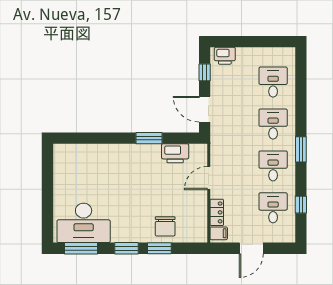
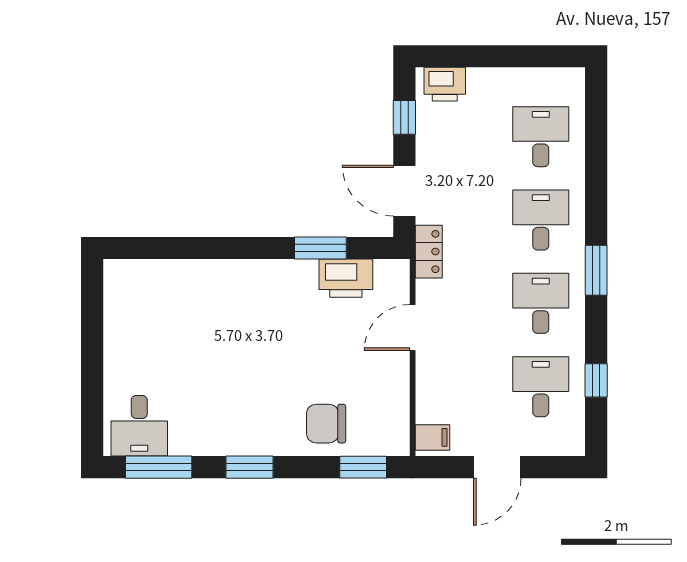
window: (149, 138) -> (320, 248), moved
locker: (217, 212) -> (429, 252), moved
desk: (84, 223) -> (139, 426), width x0.53, depth x0.77
chair: (165, 226) -> (326, 424), turned 90
window: (159, 248) -> (363, 467), moved

